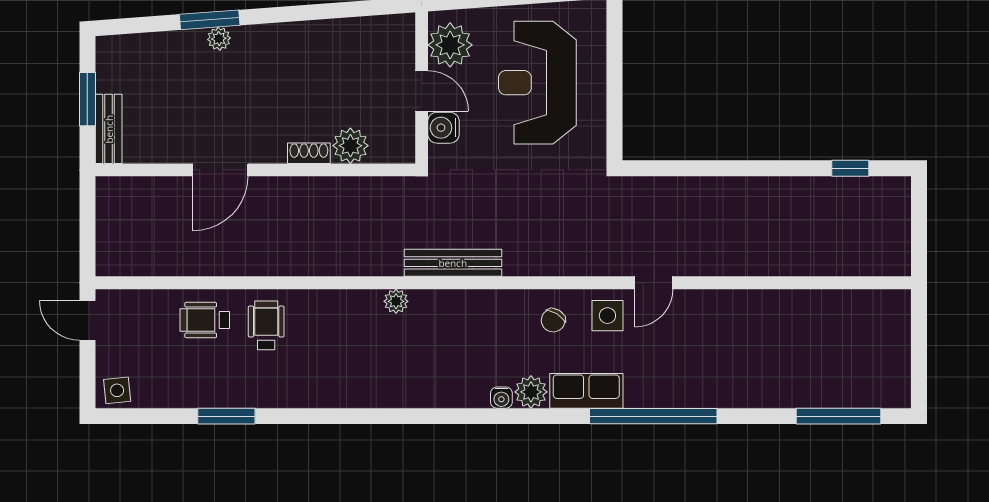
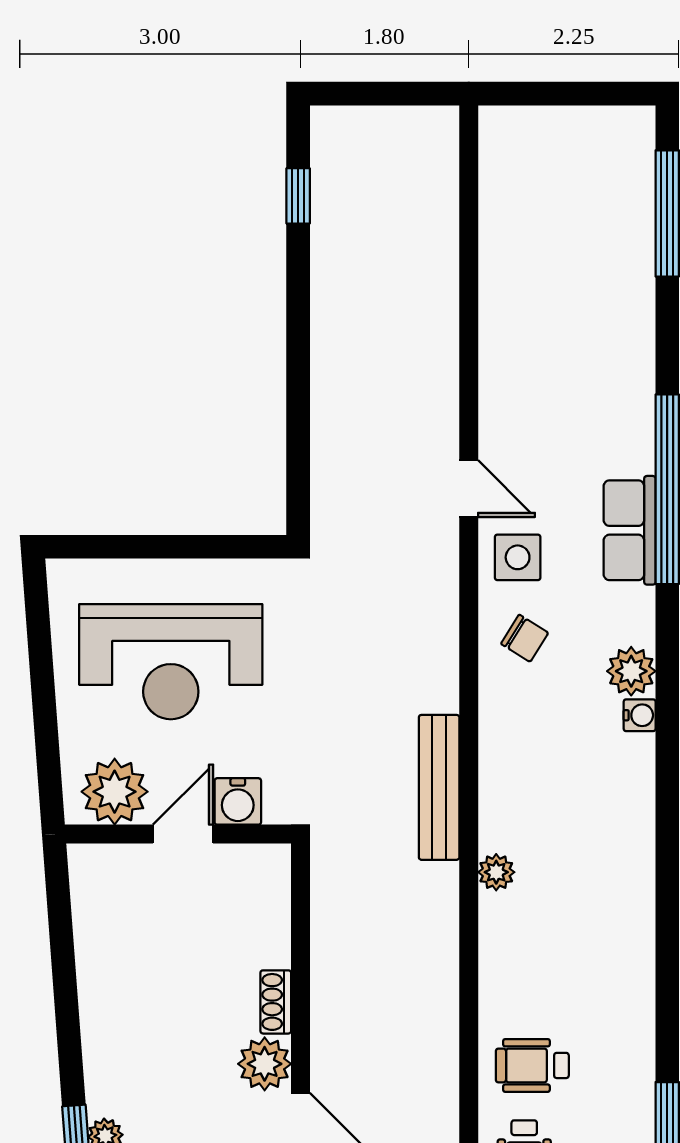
plant: (350, 146) -> (265, 1064), moved
row of seats: (586, 391) -> (630, 530), moved

